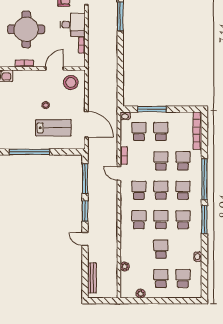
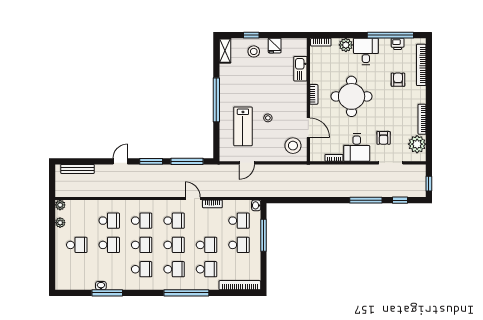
door: (86, 124) -> (247, 163), width x0.53
door: (119, 173) -> (193, 199), hinge flipped
window: (204, 220) -> (107, 293), moved
plant: (125, 267) -> (60, 205), moved
school desk: (183, 279) -> (109, 221), moved

